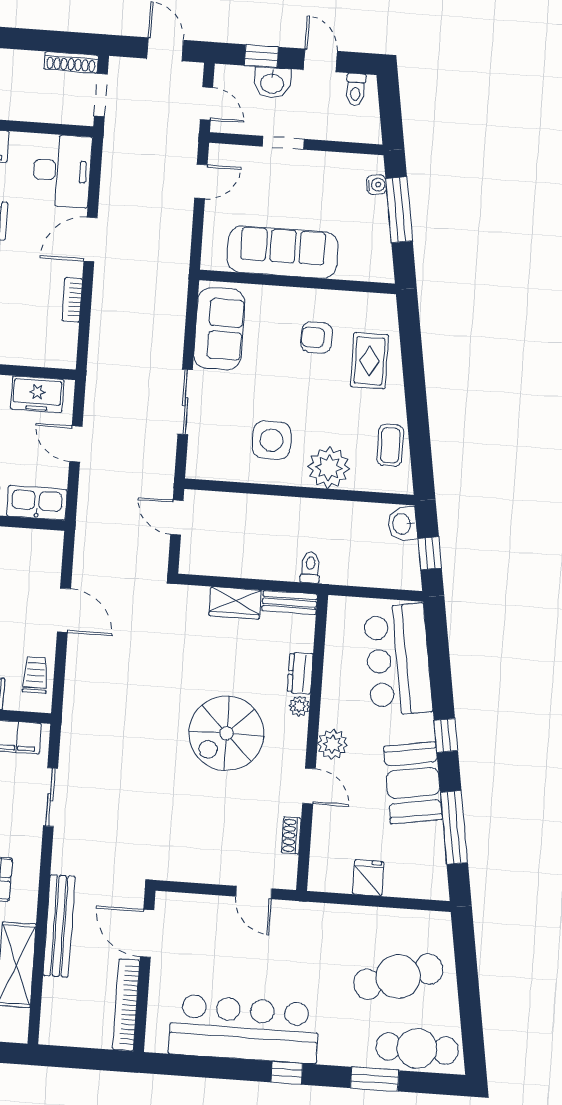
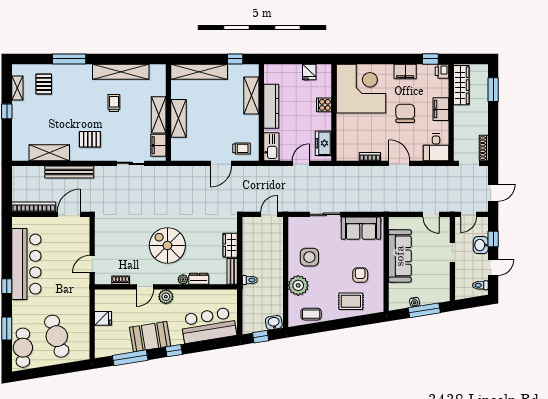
desk: (62, 171) -> (436, 147), width x0.73
water cooler: (377, 185) -> (415, 302), moved
trolley: (35, 675) -> (241, 148), moved

